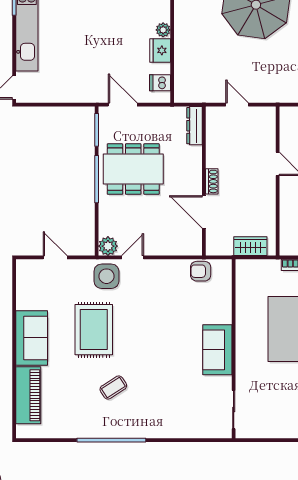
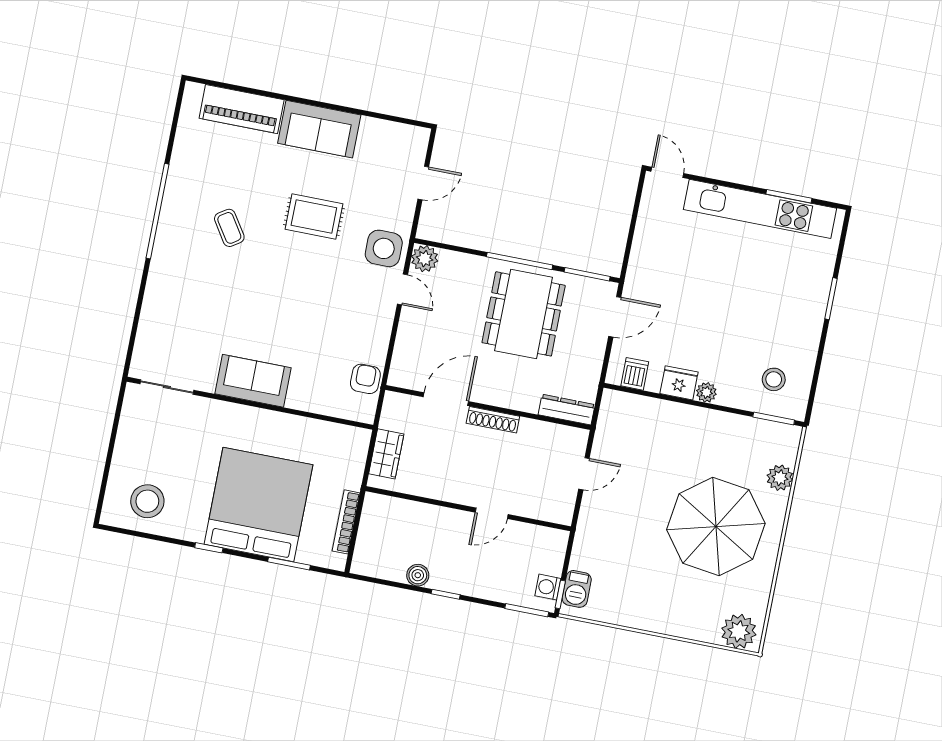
shoe rack: (212, 181) -> (493, 420), width x1.43
rug: (94, 330) -> (314, 216), width x0.73, depth x0.70

